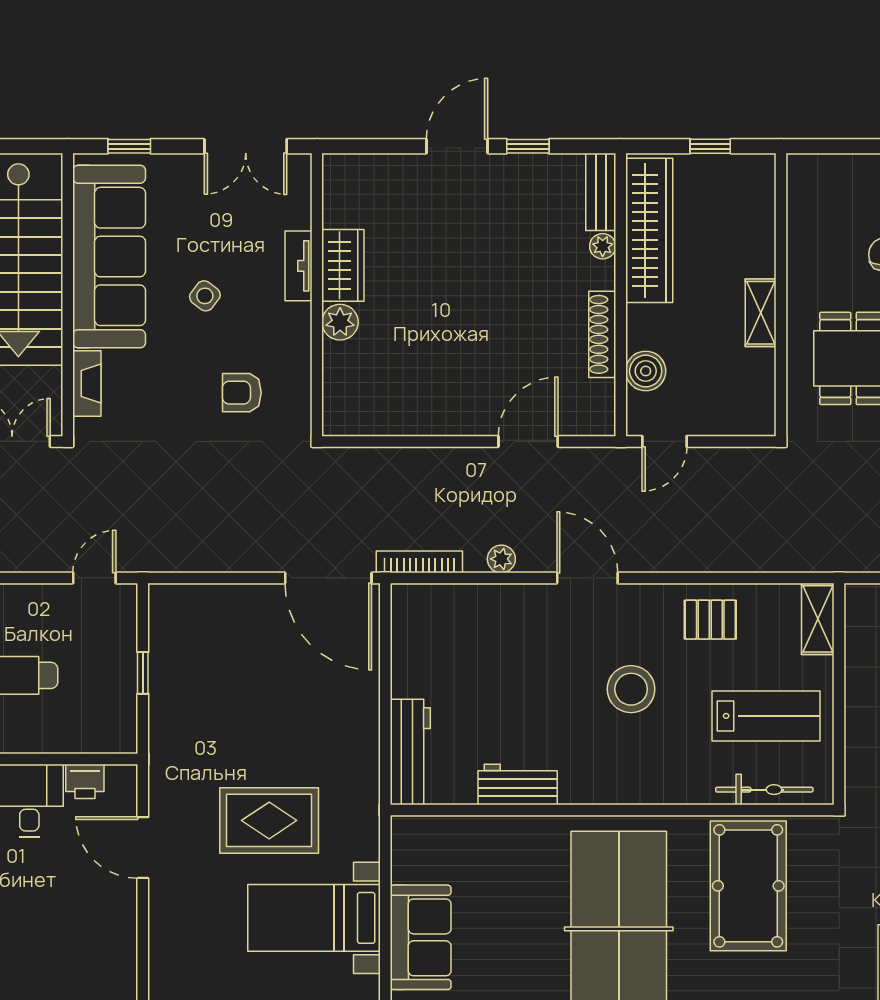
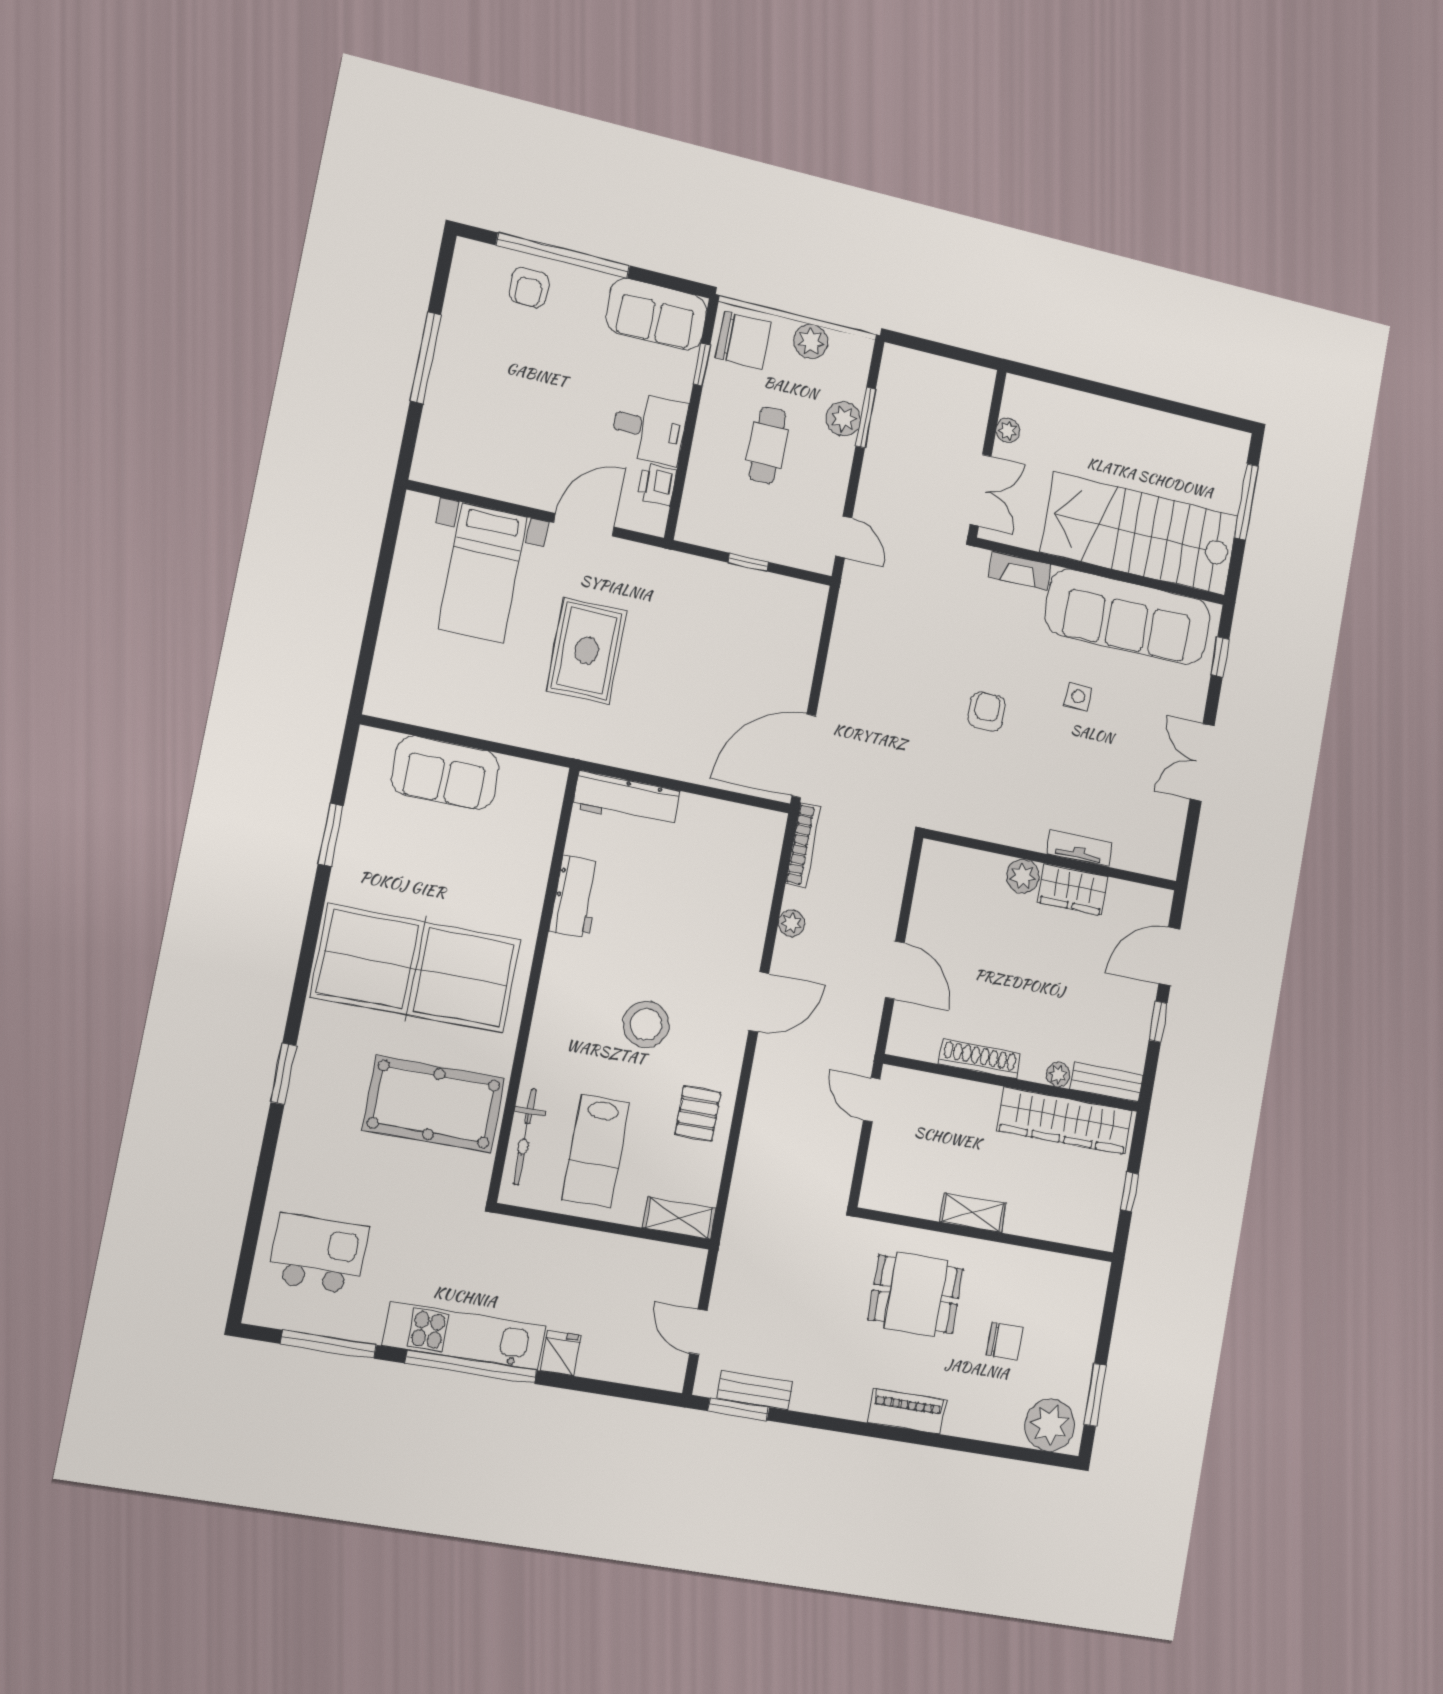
door: (457, 146) -> (1169, 956), swing flipped
wardrobe: (343, 265) -> (1073, 889), moved
tv unit: (298, 266) -> (1079, 848), moved
wall: (317, 295) -> (1051, 860), moved
side table: (205, 296) -> (1078, 696), turned -35
plant: (340, 322) -> (1023, 876), moved
boiler: (646, 371) -> (939, 1094), removed
bed with nightstands: (314, 918) -> (483, 573), moved, turned 180

